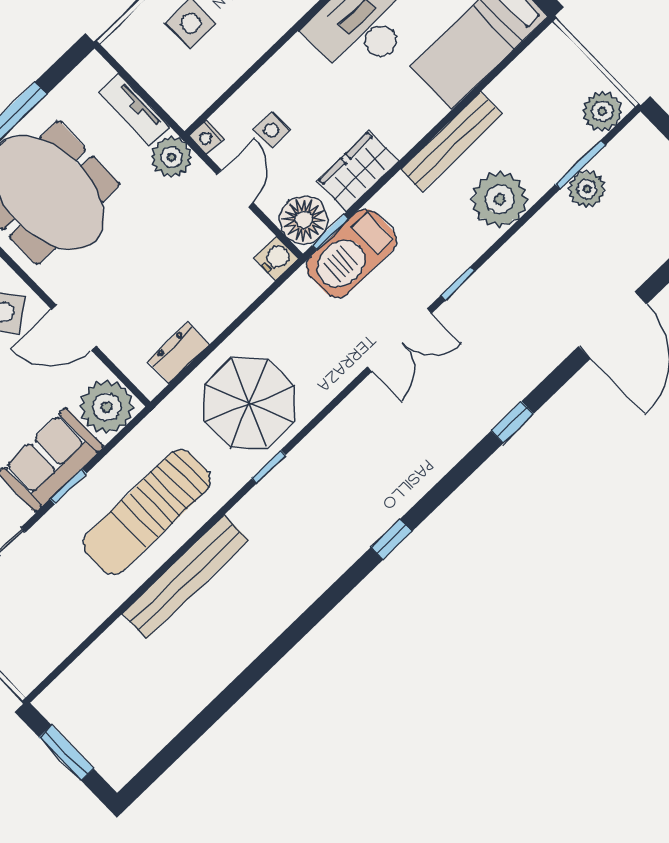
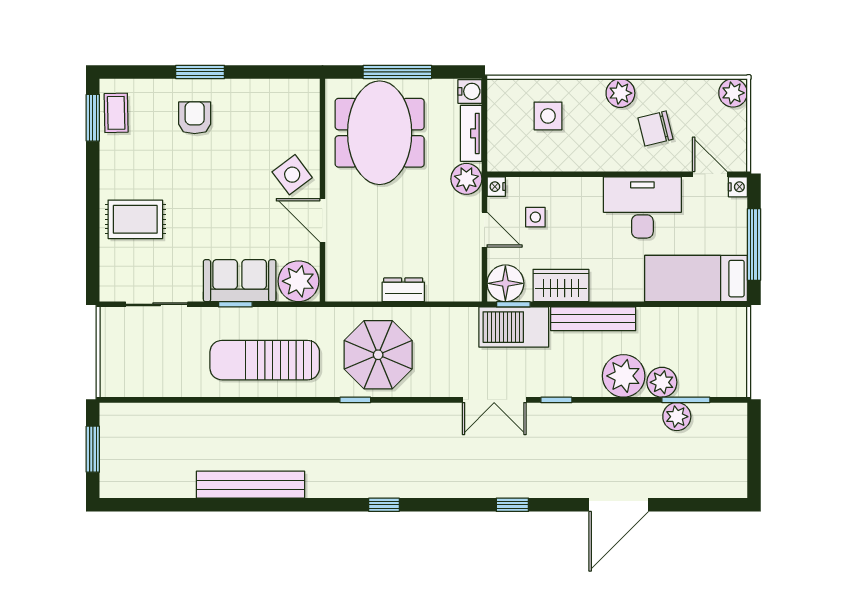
plant: (602, 111) -> (662, 382), moved
bench: (451, 142) -> (593, 319), moved
door: (235, 188) -> (484, 230), hinge flipped
water cooler: (276, 258) -> (470, 91), moved
dresser: (178, 353) -> (403, 290), moved
bench: (185, 577) -> (251, 485), moved

